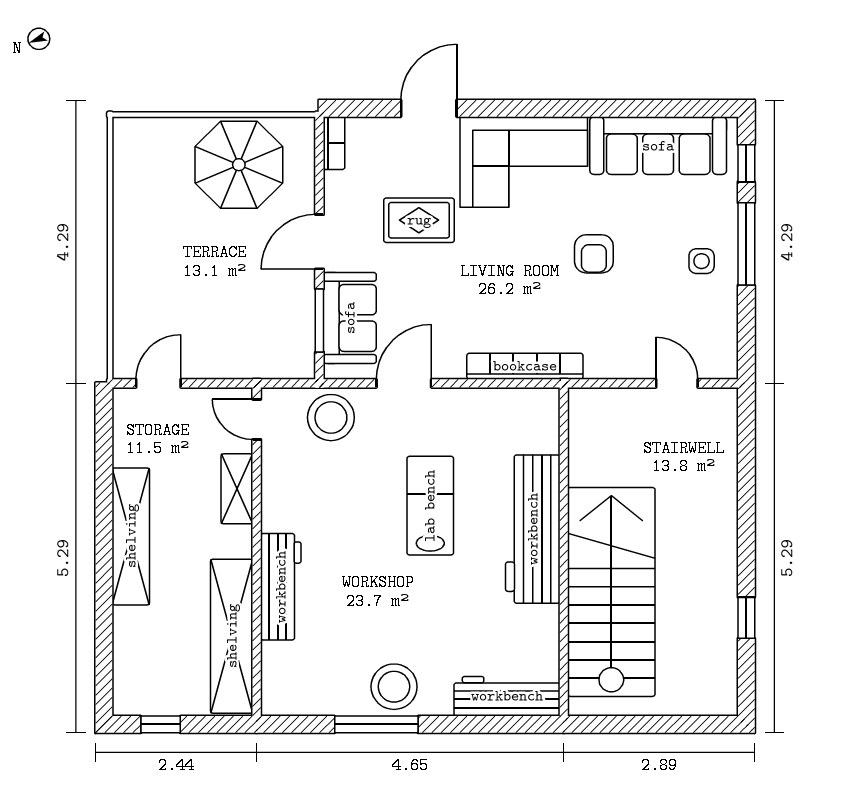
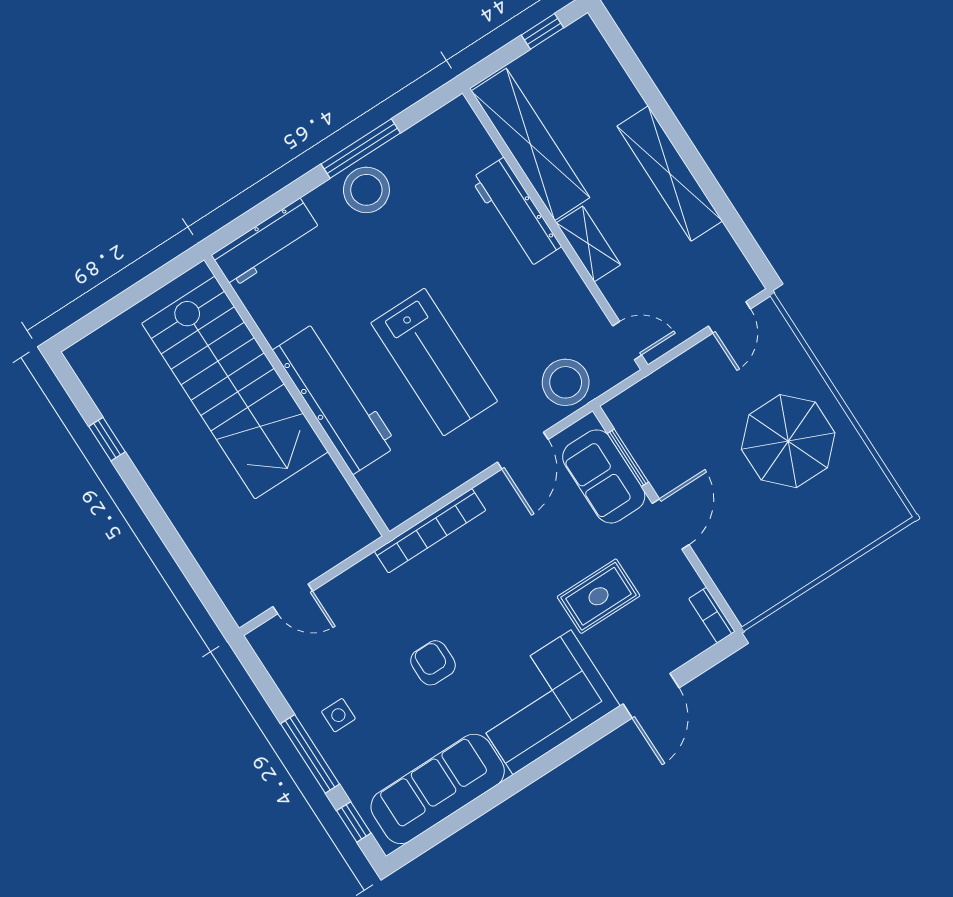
parasol: (239, 165) -> (788, 441), moved
shelving: (237, 489) -> (588, 244), moved
lab bench: (430, 506) -> (434, 362), width x1.36, depth x1.39

